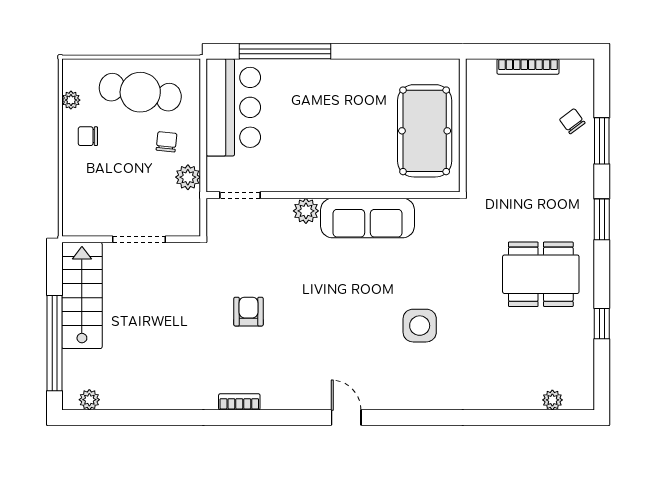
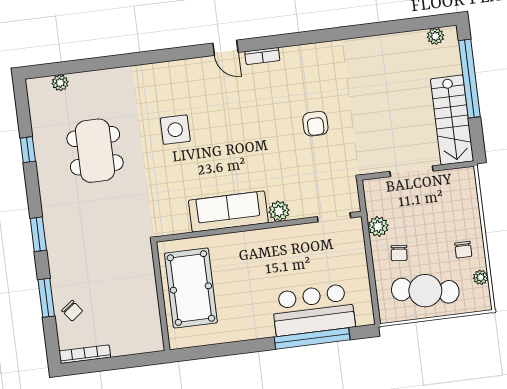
bookcase: (528, 67) -> (85, 354), moved
bar counter: (233, 107) -> (313, 310), moved, turned 90
chair: (88, 136) -> (463, 250), turned 90
dining table: (541, 274) -> (95, 151), moved, turned 90
bookcase: (239, 402) -> (262, 56), moved

